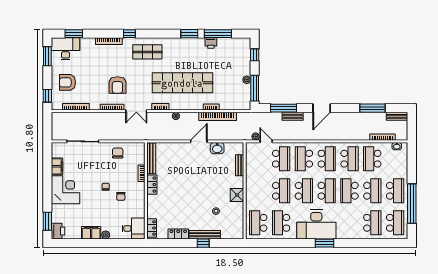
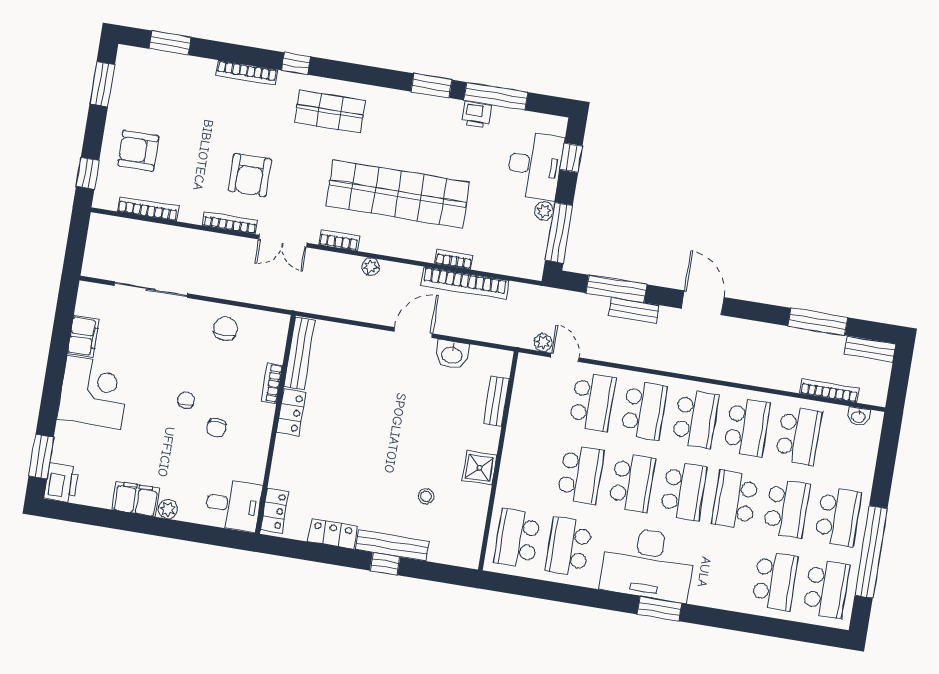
desk: (65, 49) -> (535, 165), moved, turned 90
door: (322, 108) -> (703, 303), swing flipped
school desk: (304, 159) -> (644, 410), turned 180
school desk: (372, 159) -> (798, 436), turned 180

